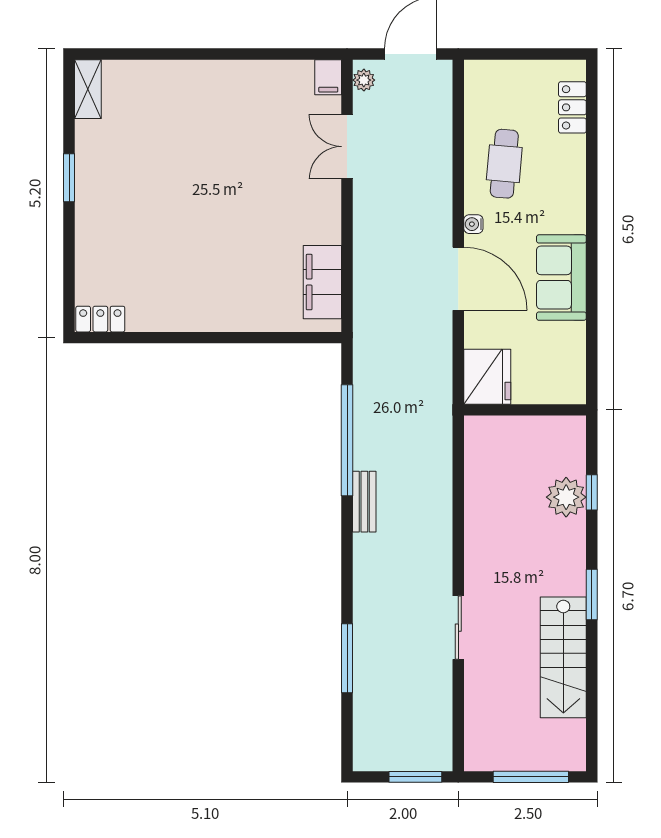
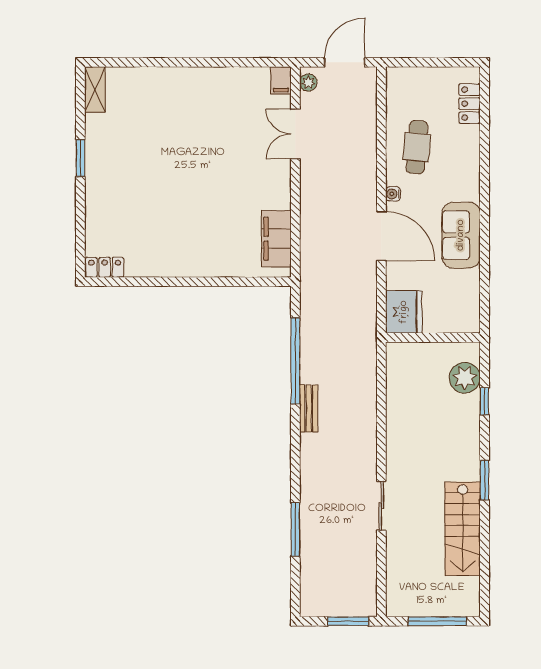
plant: (566, 497) -> (465, 378), moved

